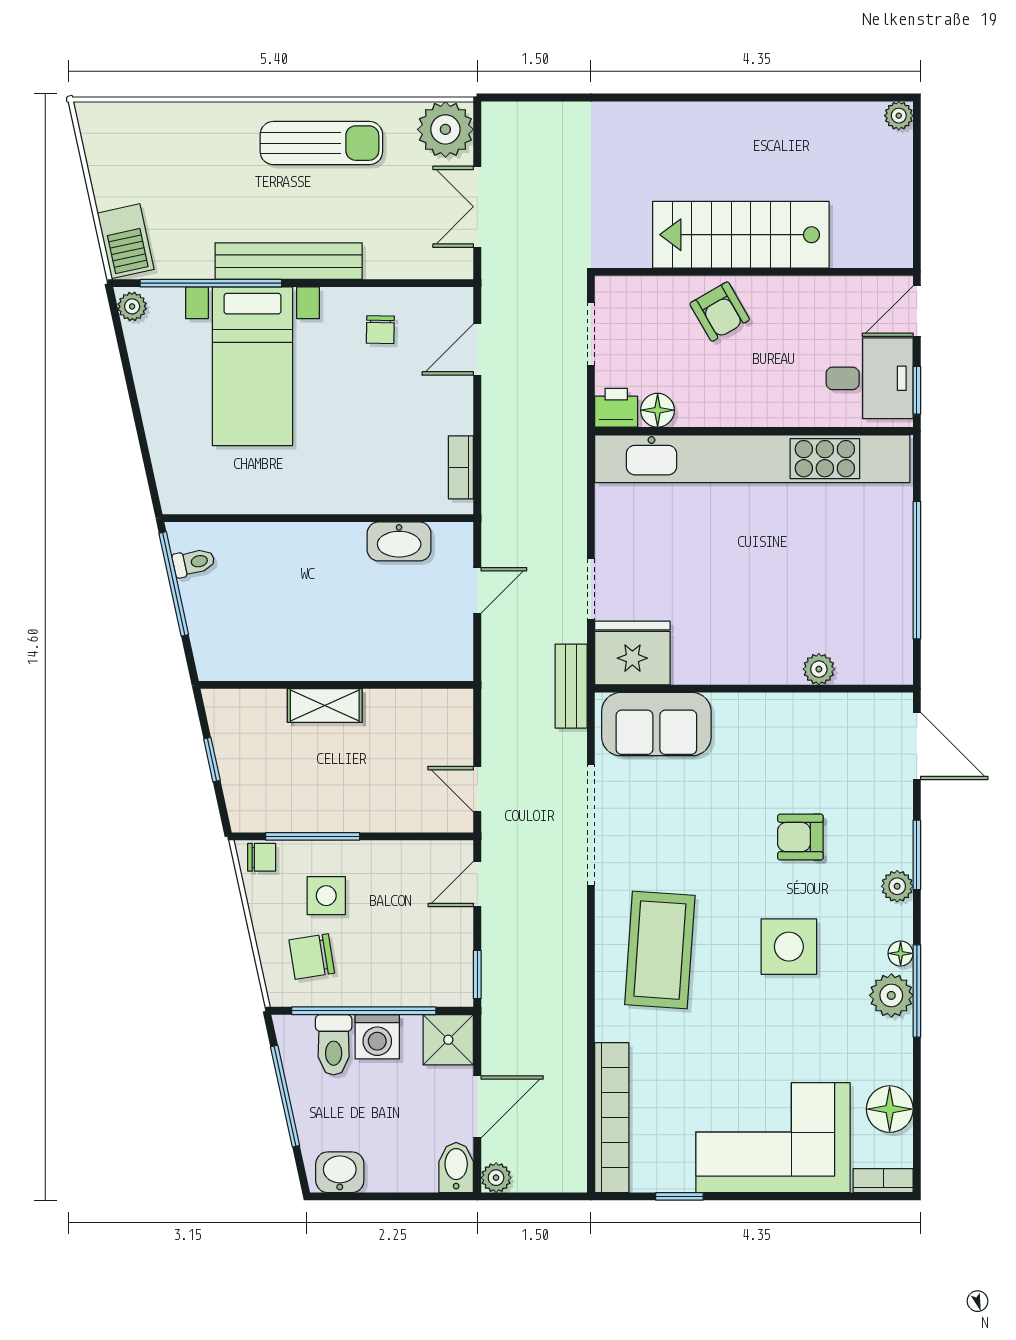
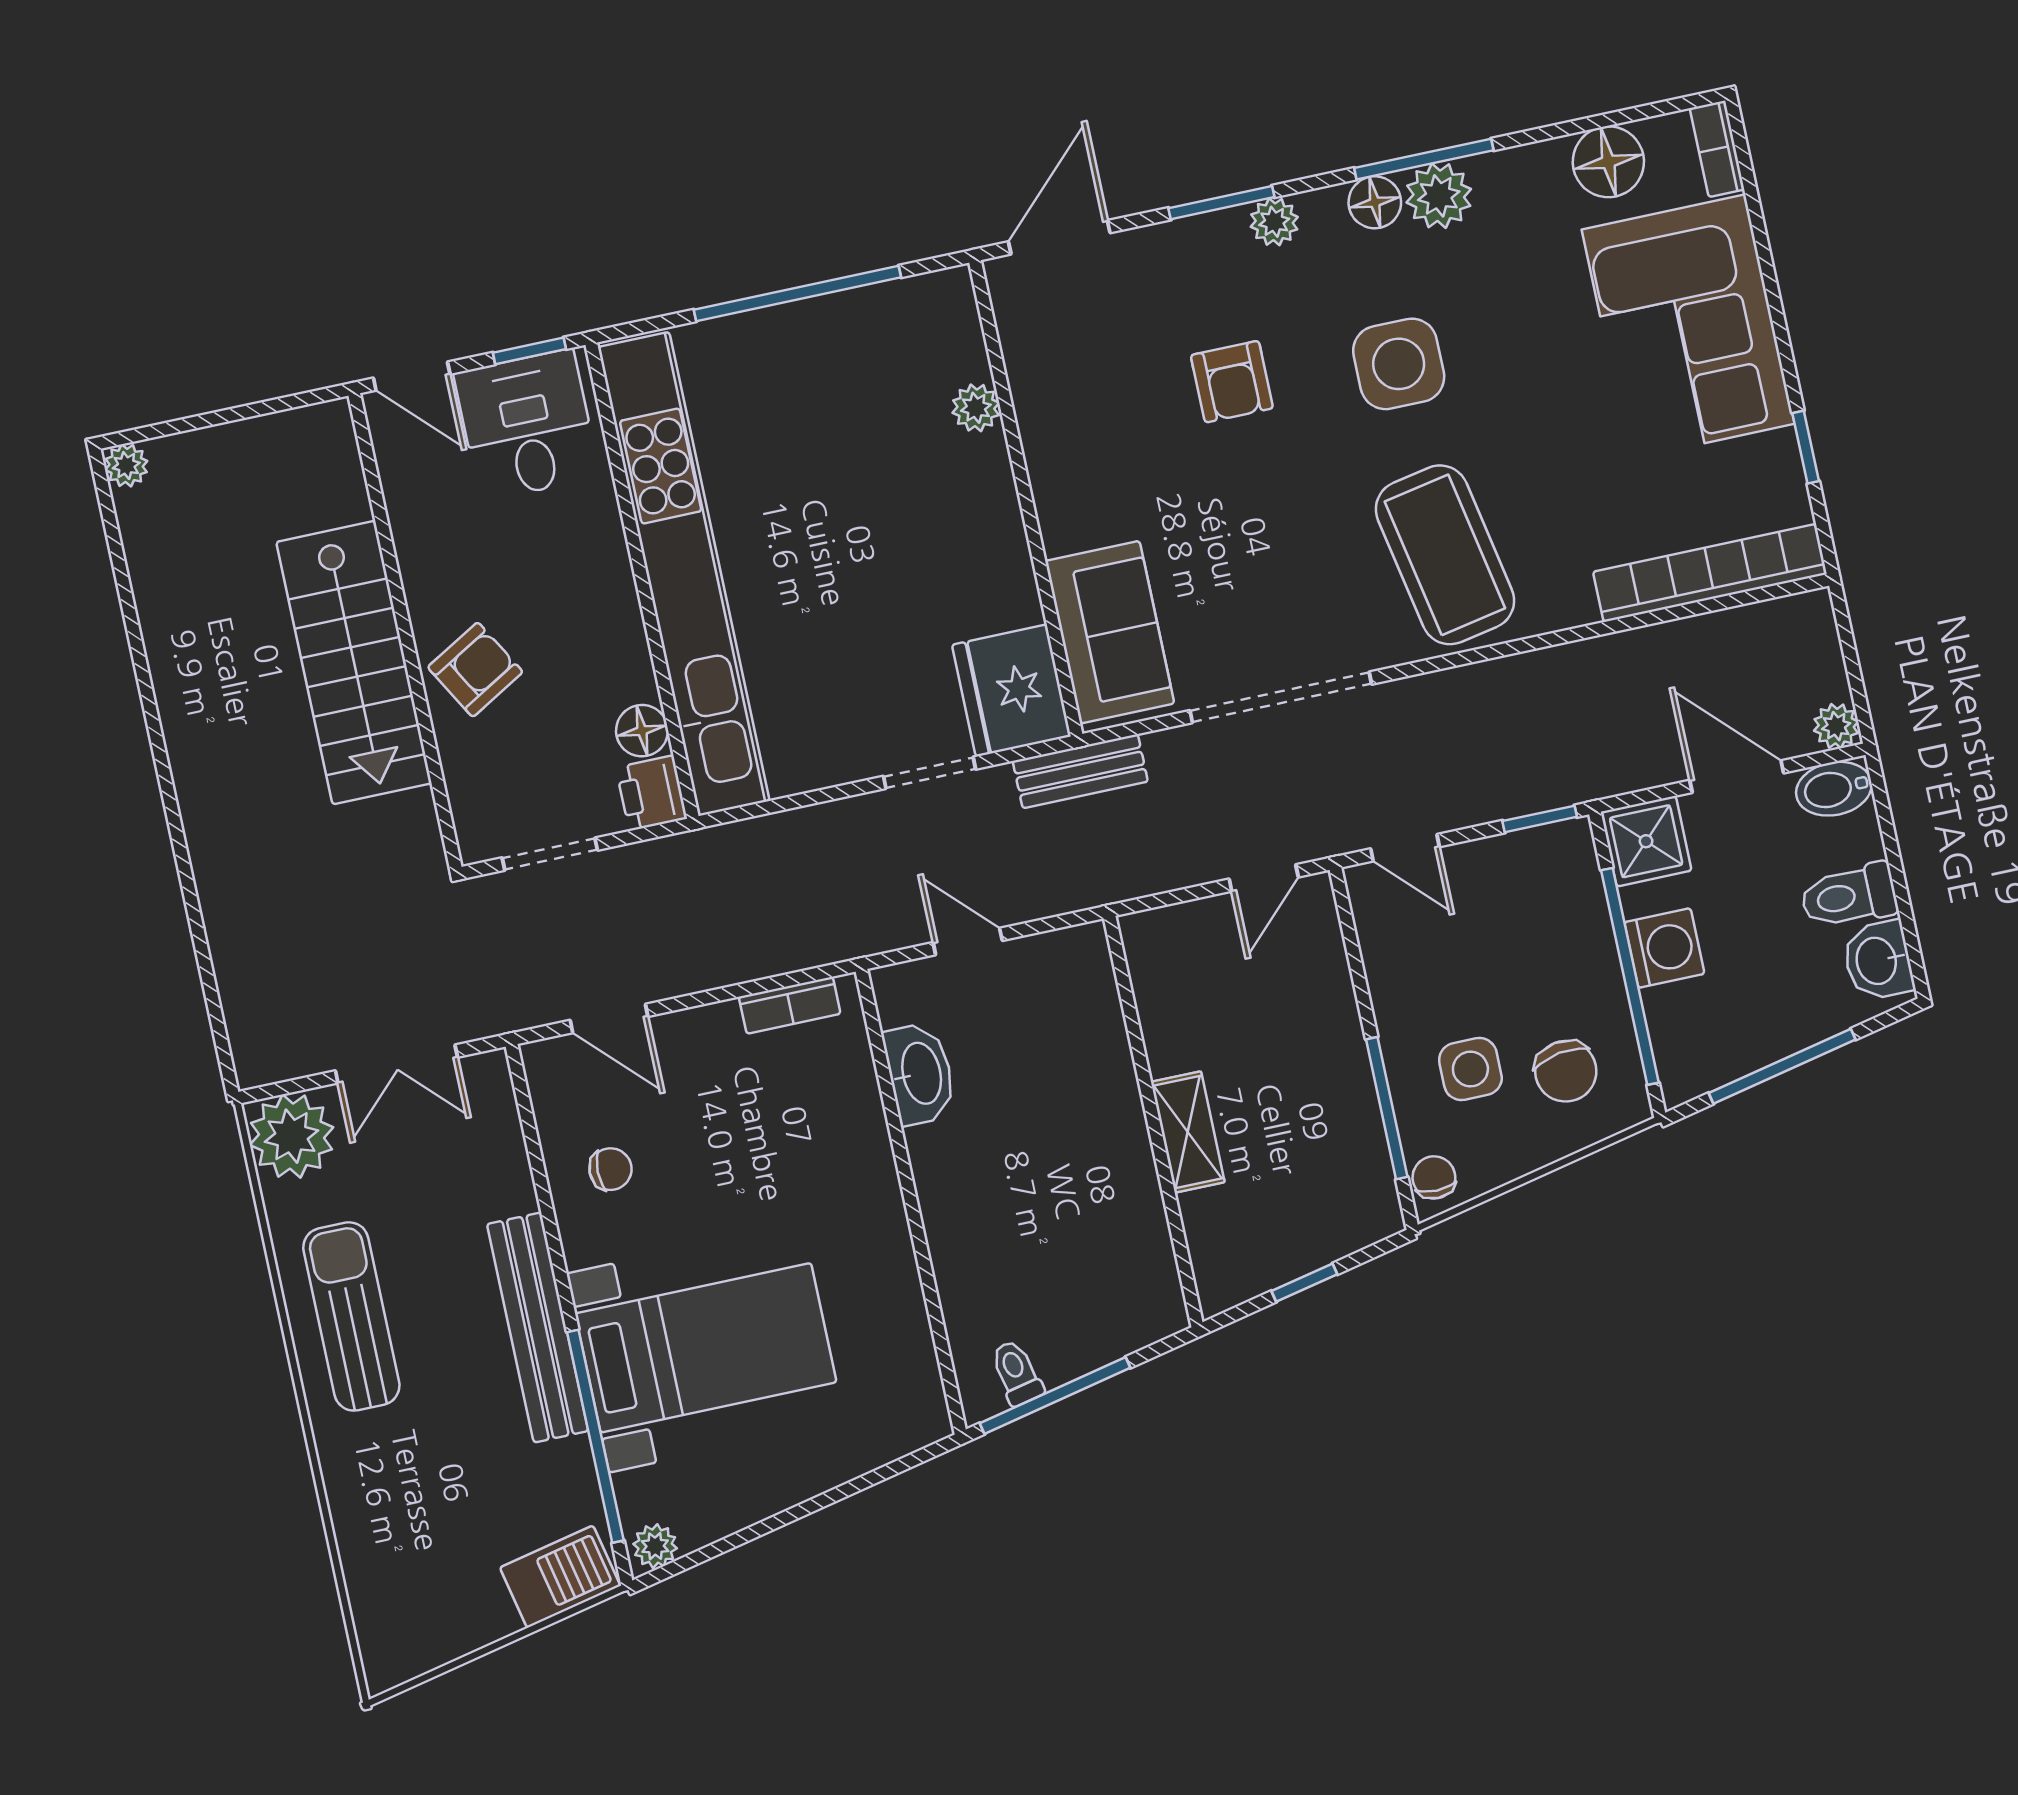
coffee table: (660, 950) -> (1445, 555), turned 75
floor lamp: (901, 953) -> (1375, 202), width x1.37, depth x1.37
toilet: (334, 1045) -> (1849, 896), moved, turned 180

